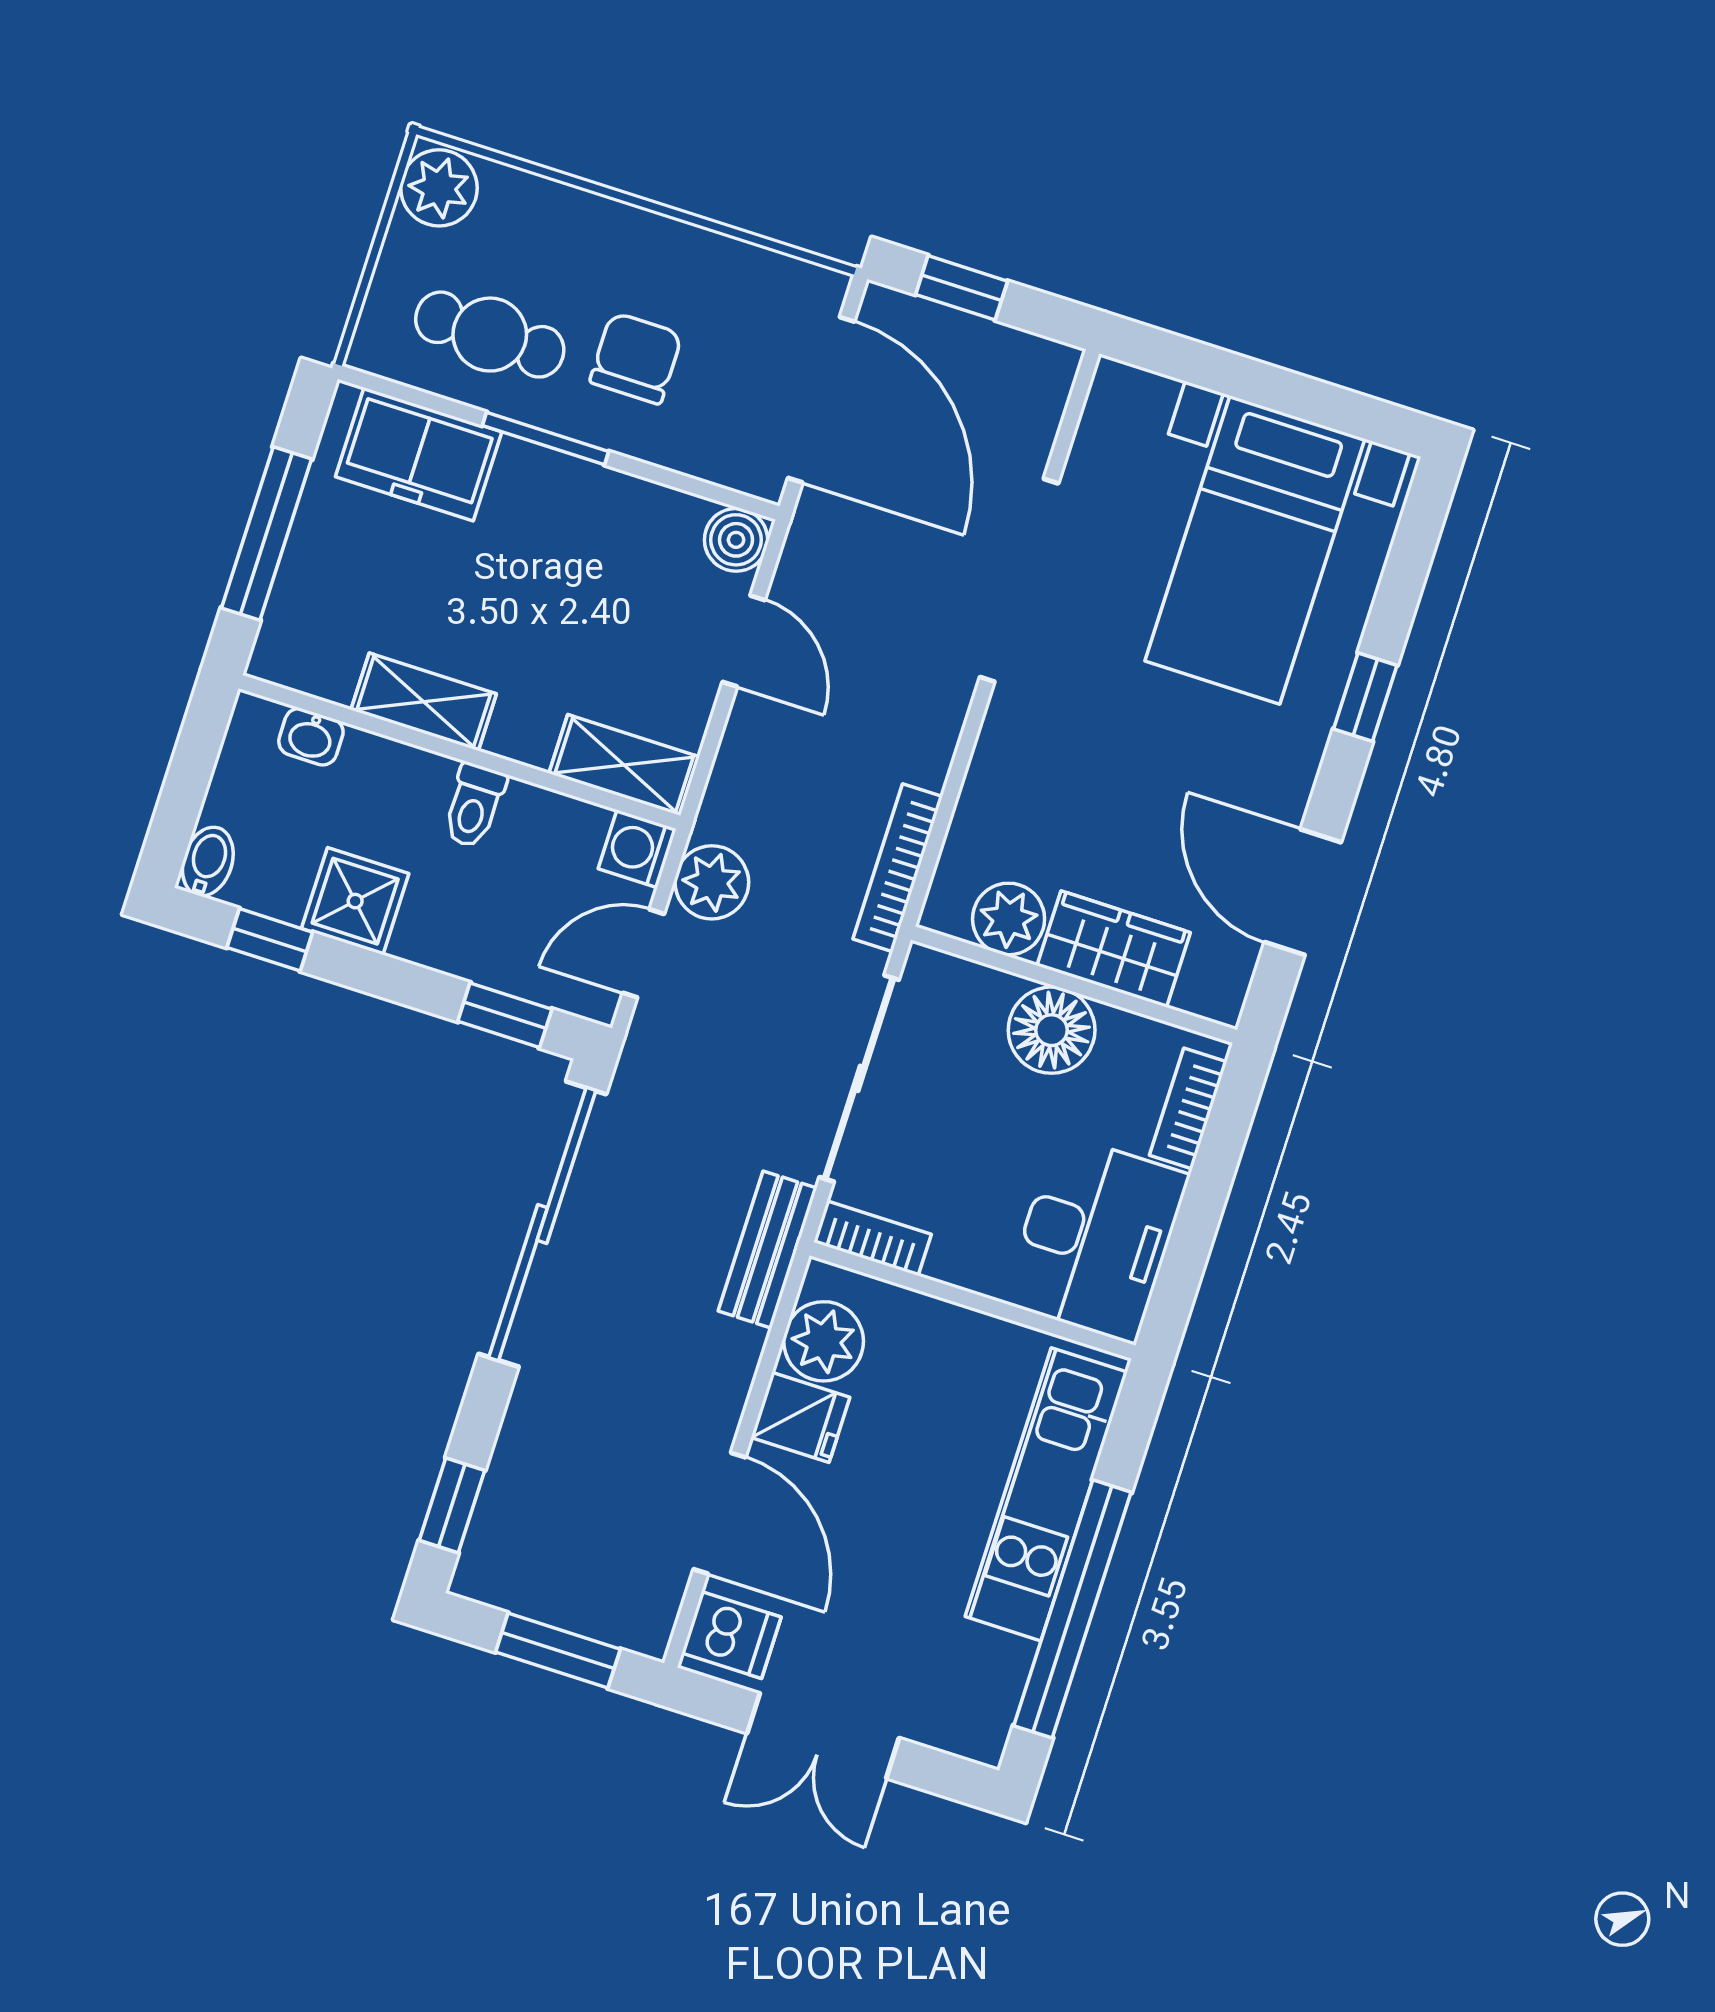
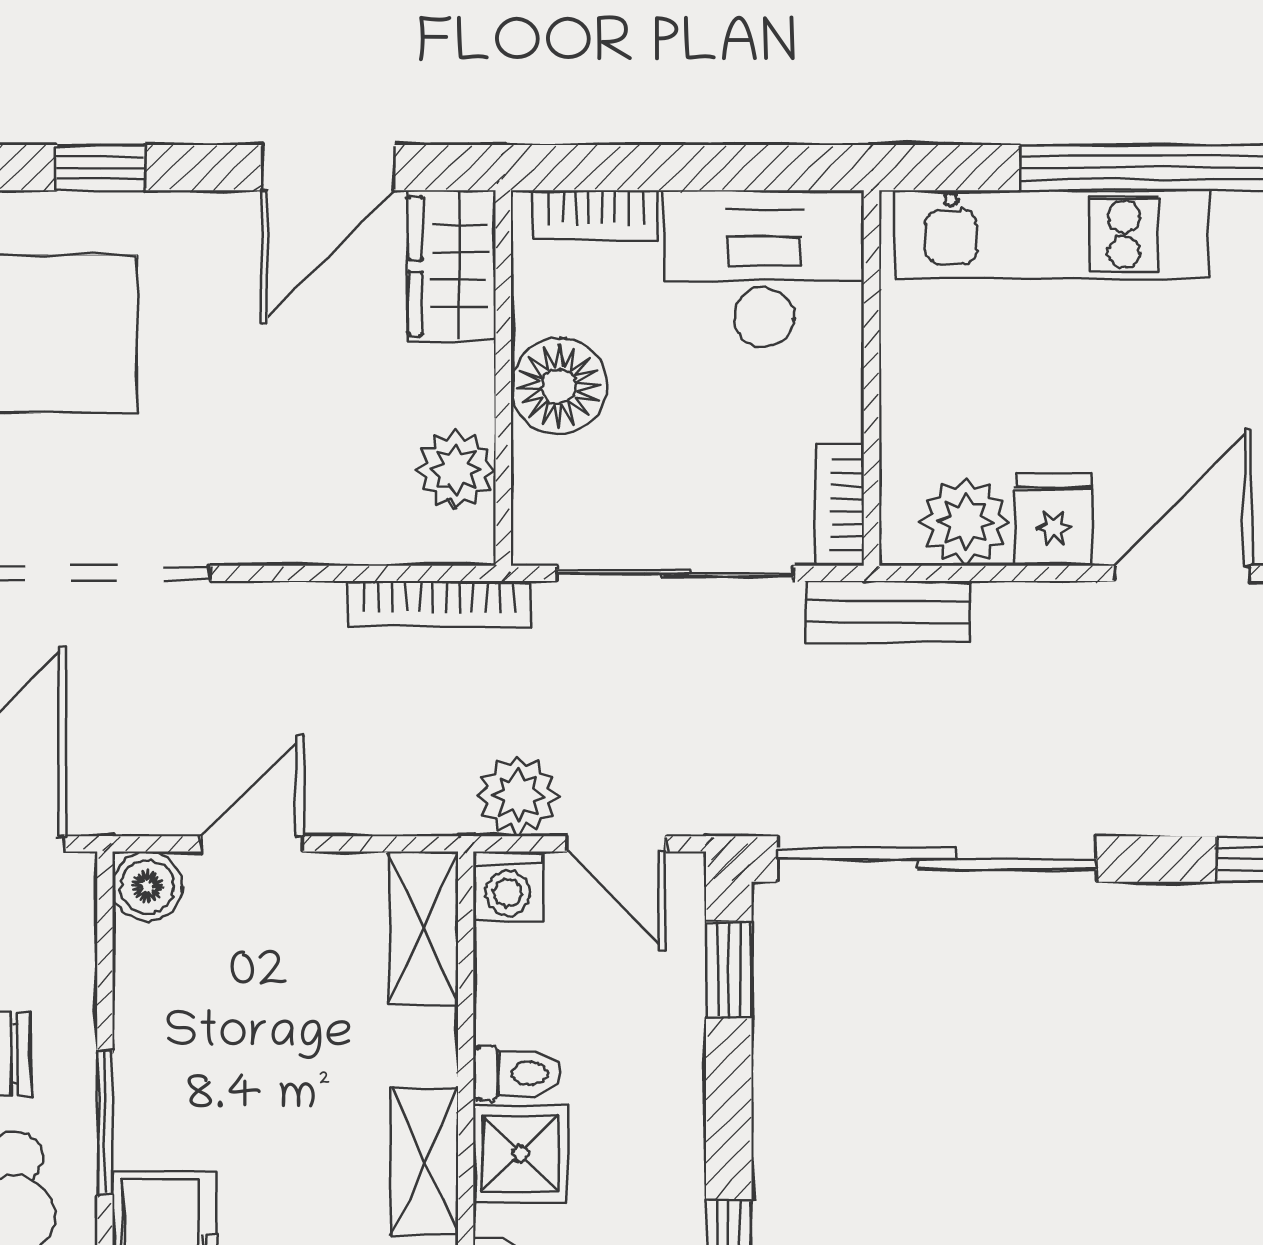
shower: (355, 901) -> (521, 1154), moved
wardrobe: (1114, 949) -> (452, 266), moved

